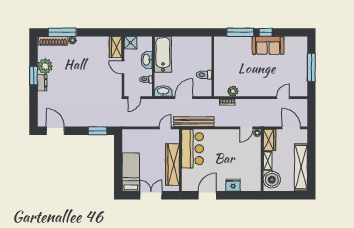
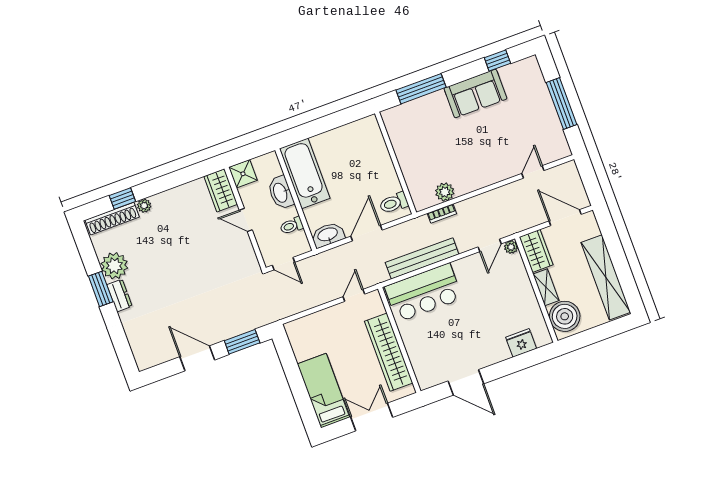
window: (62, 32) -> (122, 199), width x0.46
window: (266, 32) -> (497, 61), moved
toilet: (204, 75) -> (394, 203), moved
door: (134, 98) -> (283, 264), hinge flipped
bench: (194, 122) -> (422, 258), moved
door: (55, 131) -> (197, 358), moved
bar counter: (193, 149) -> (424, 293), moved, turned 90
fridge: (233, 185) -> (521, 343), moved
door: (207, 195) -> (466, 382), swing flipped

